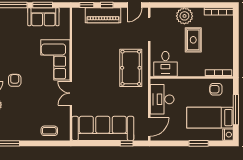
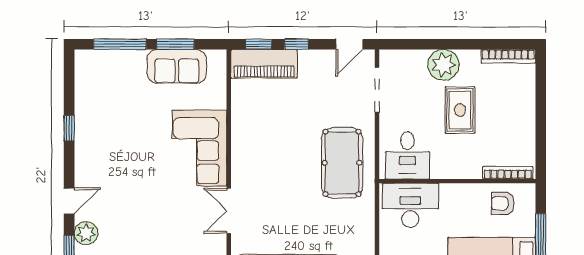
piano: (103, 15) -> (264, 64), moved
armchair: (15, 80) -> (123, 187), removed
desk: (162, 99) -> (410, 205), moved, turned 90

